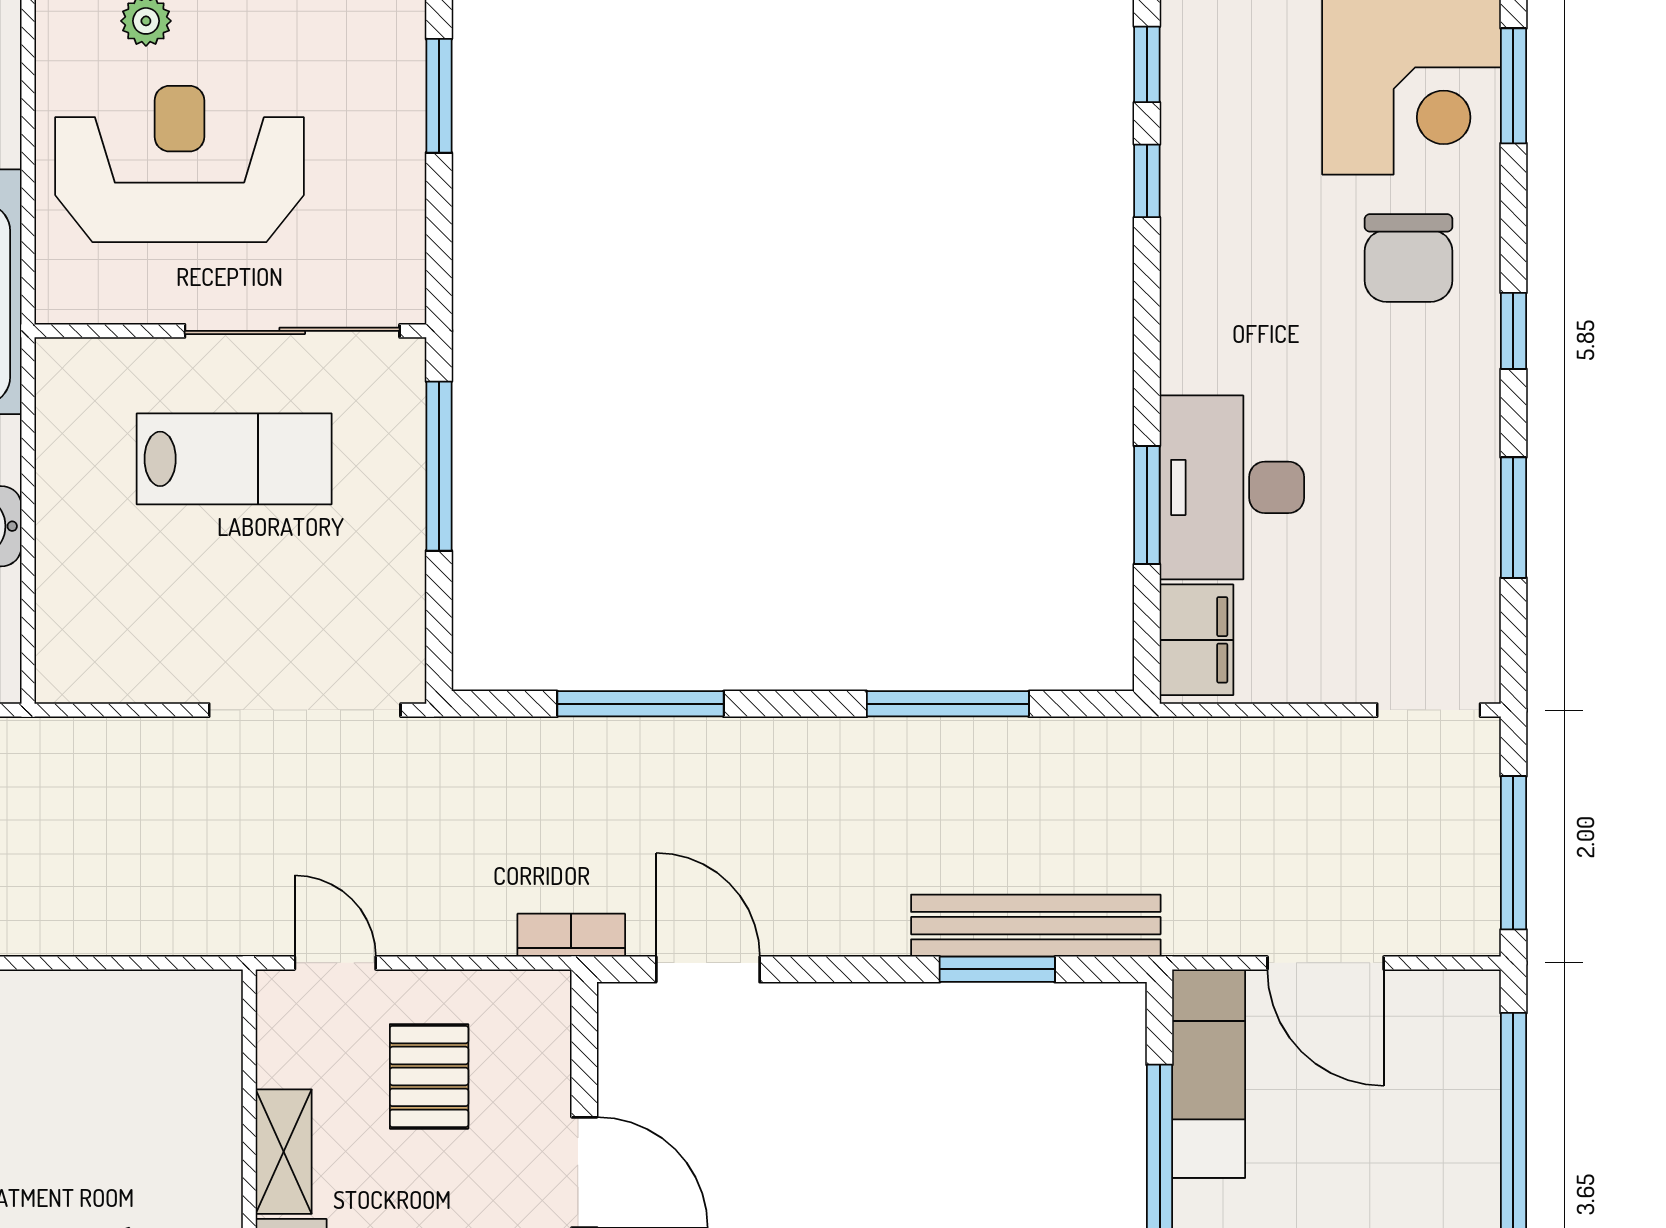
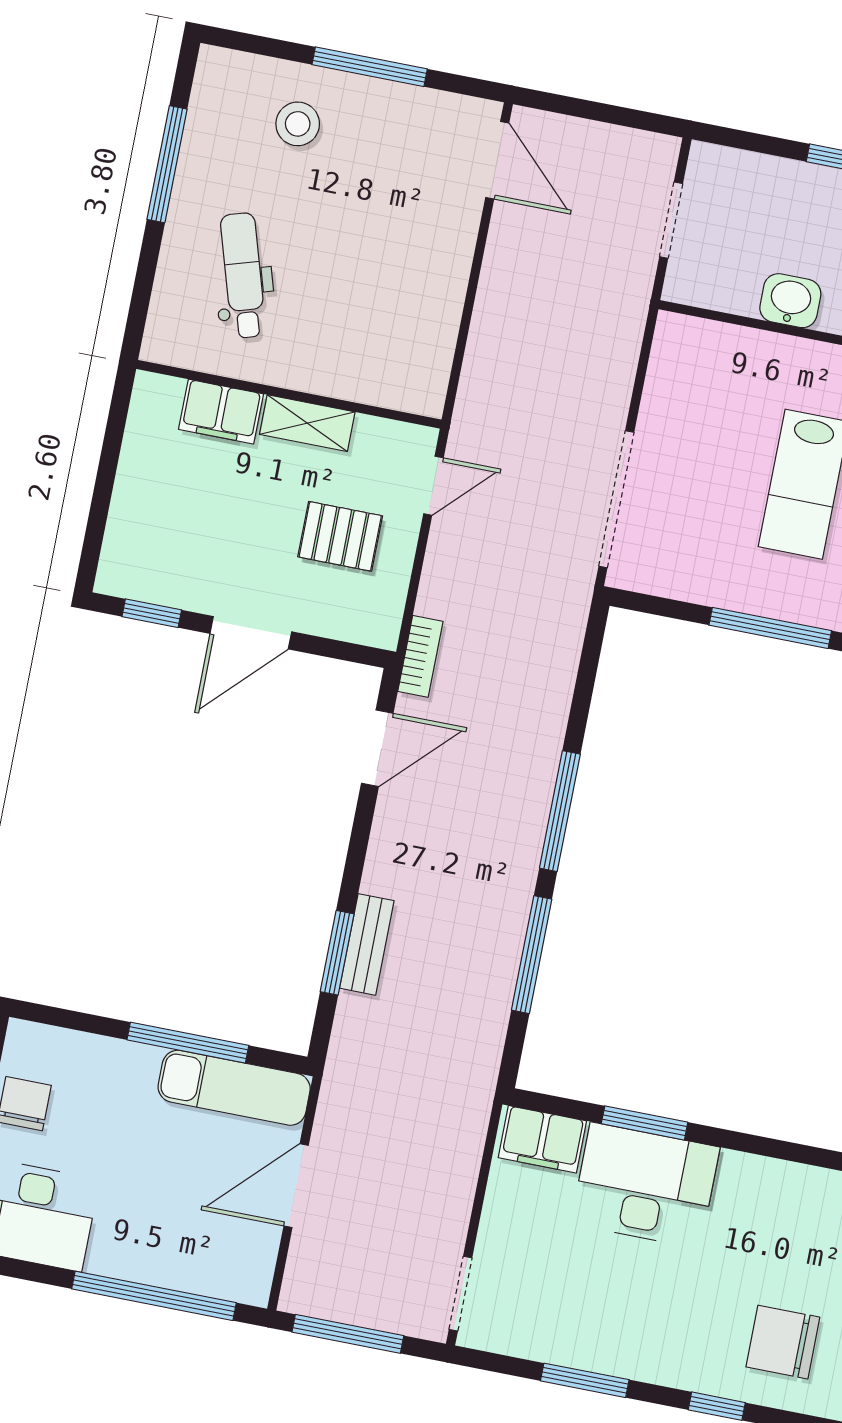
window: (640, 704) -> (560, 811), moved
bench: (1036, 926) -> (367, 944), width x0.54, depth x0.82

